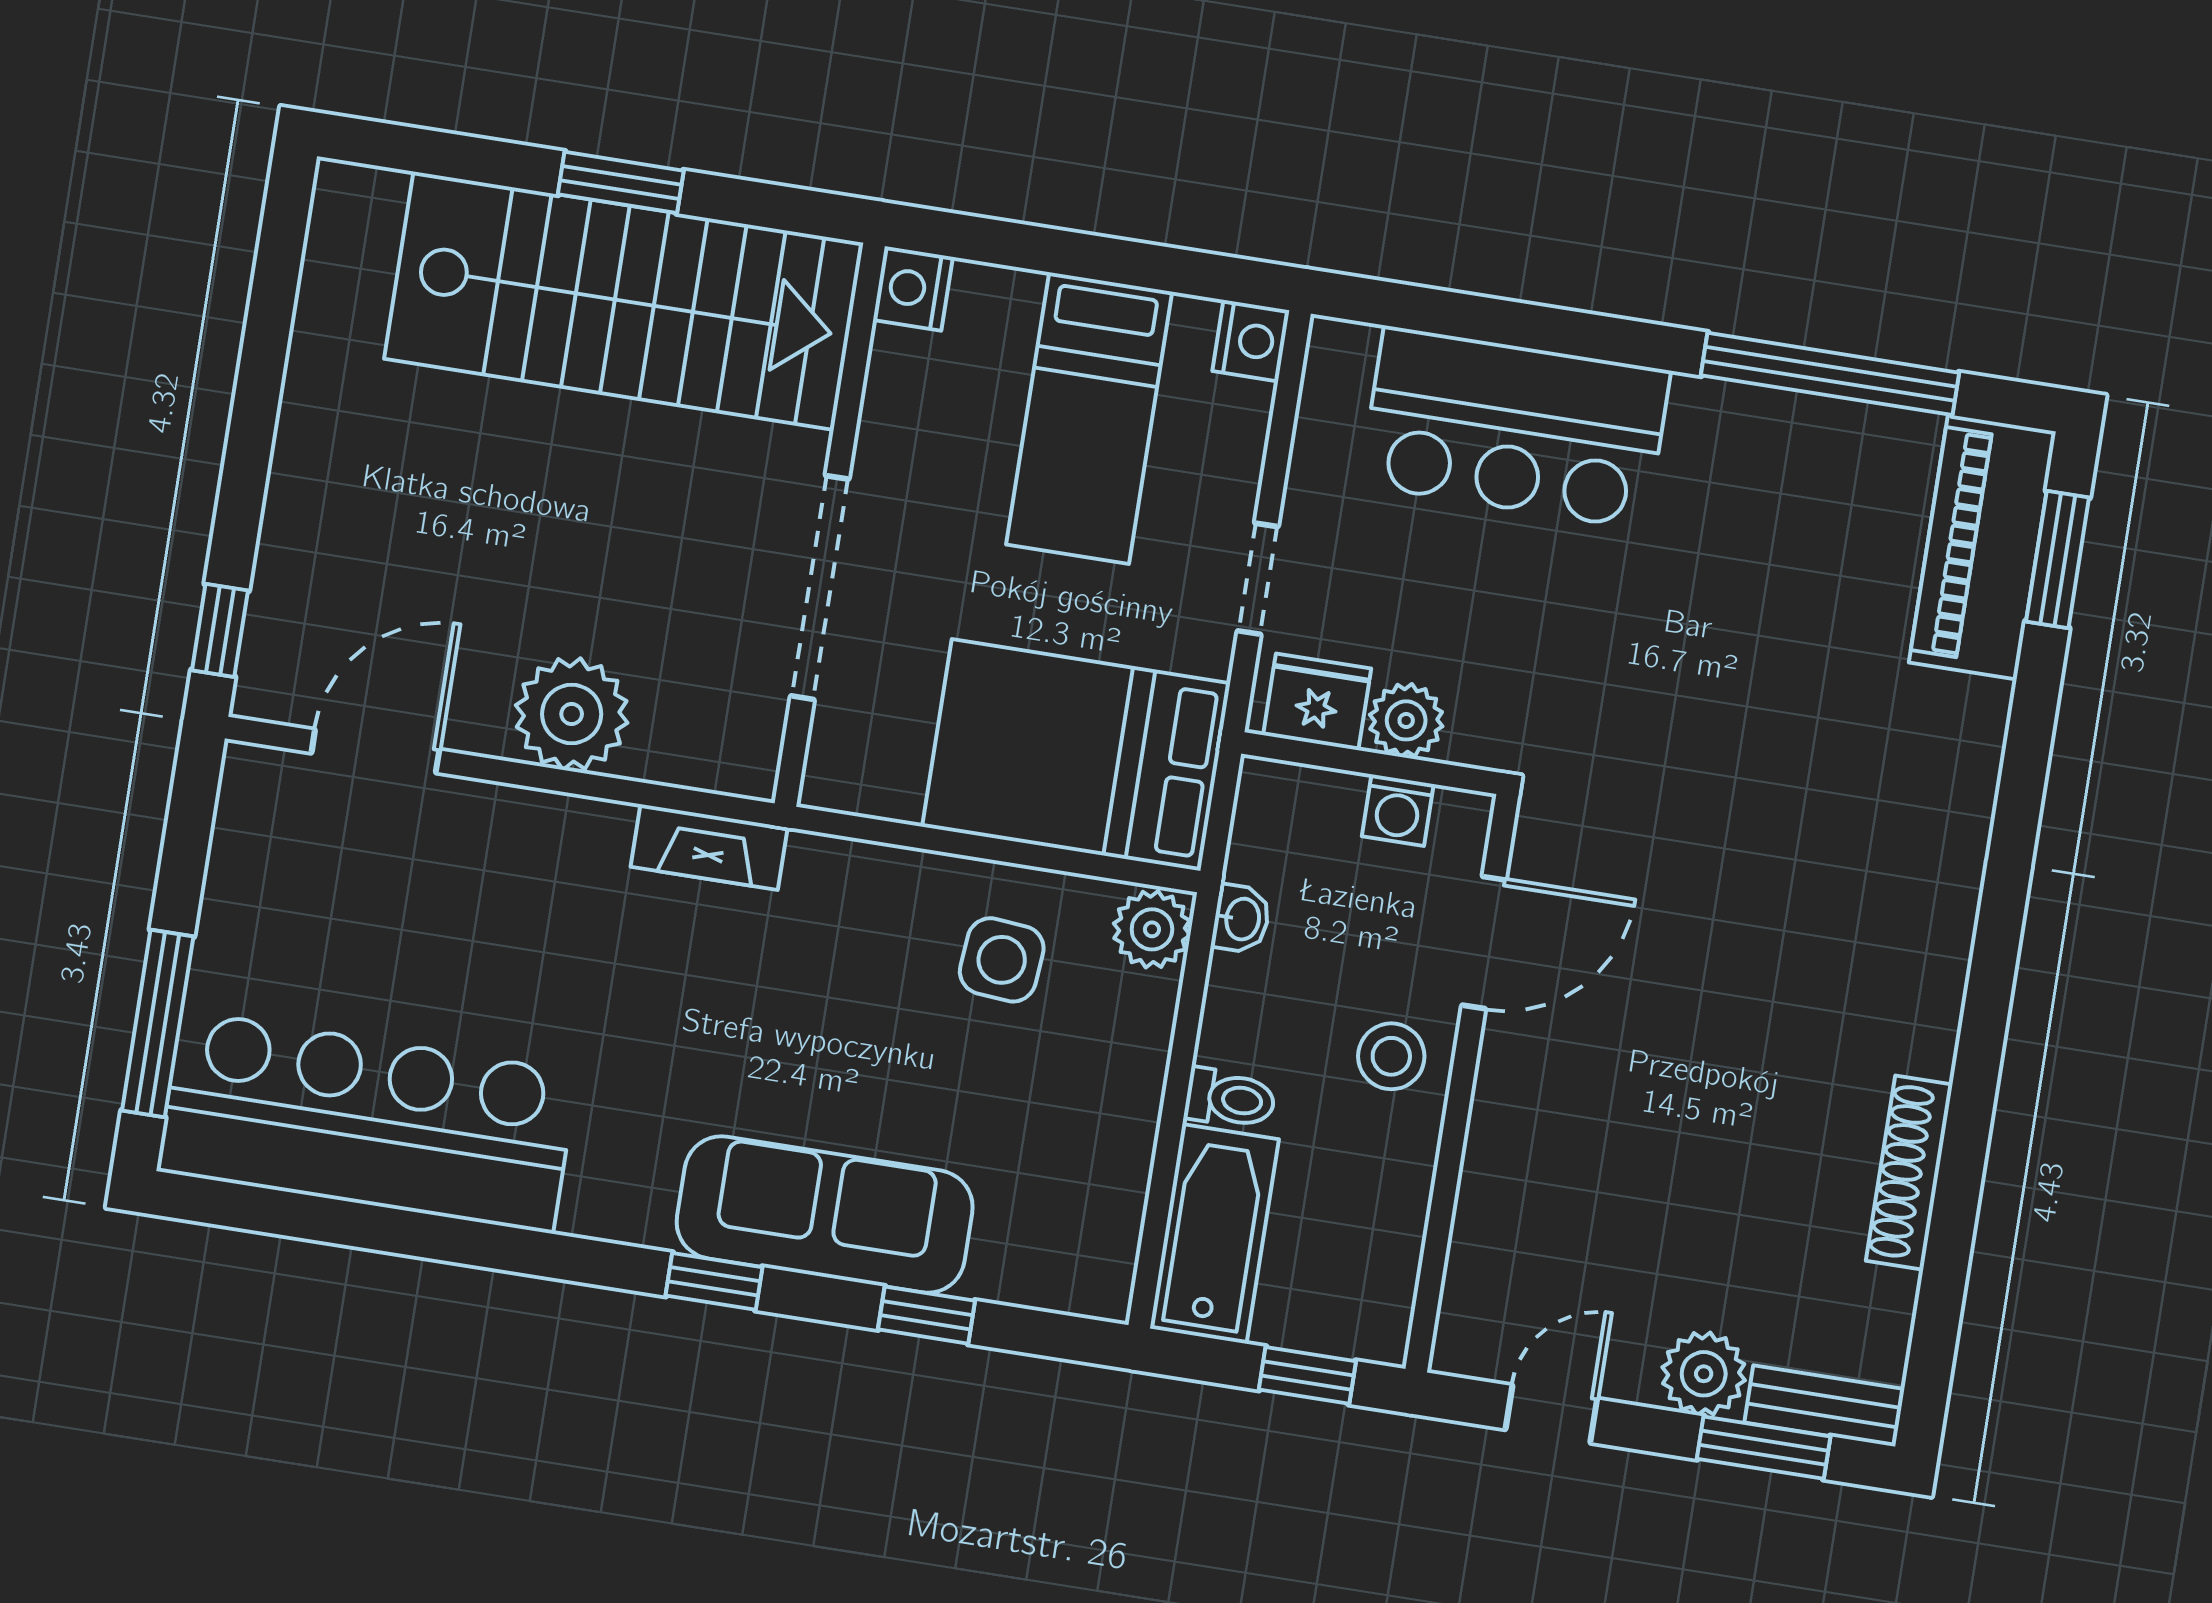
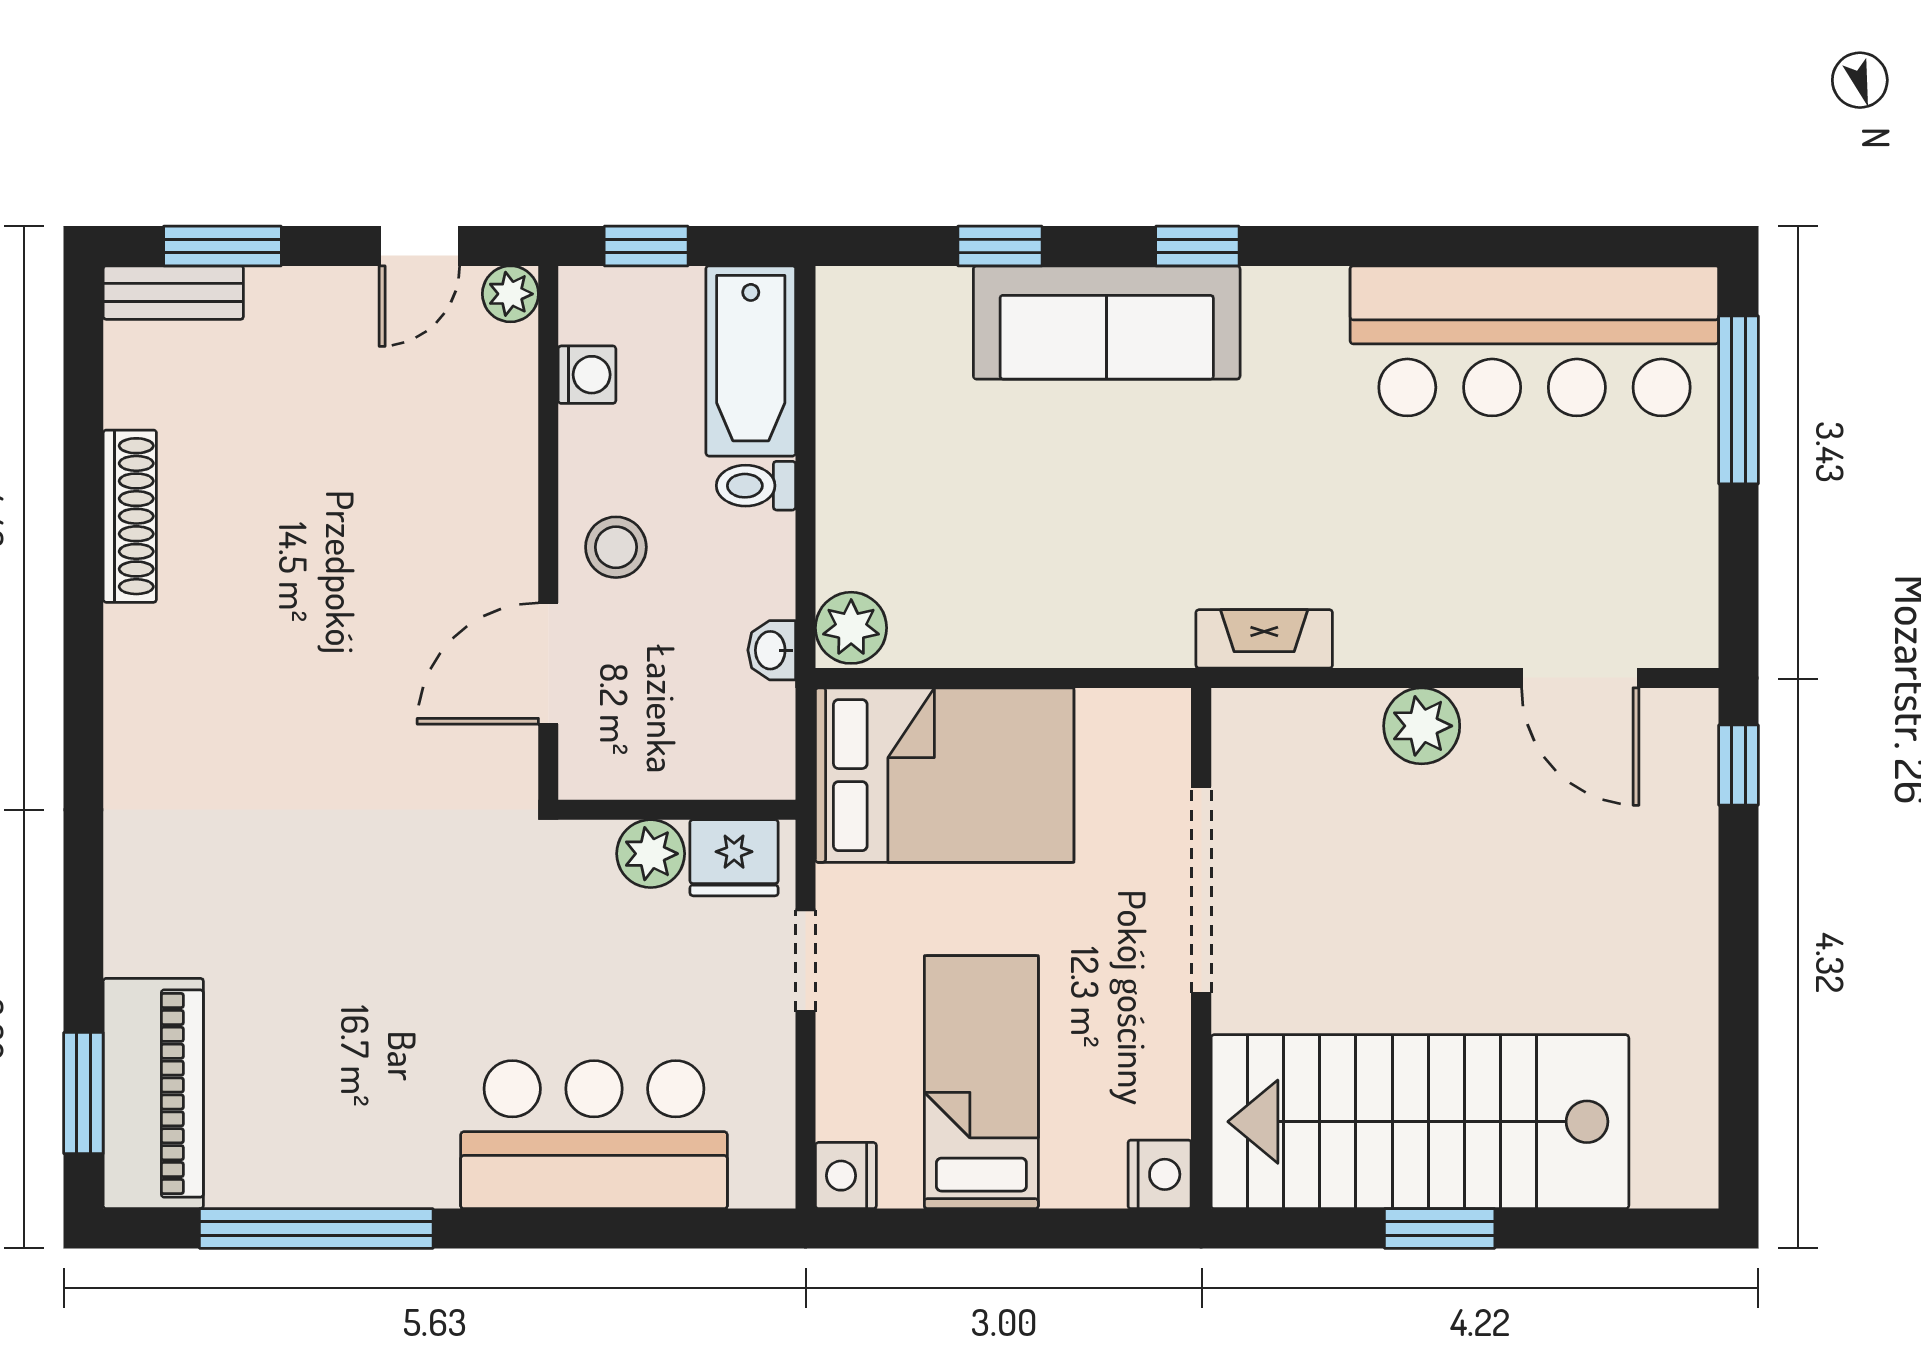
plant: (572, 714) -> (1422, 726), width x0.73, depth x0.73
door: (375, 751) -> (1580, 678), hinge flipped
washing machine: (1398, 810) -> (587, 375), moved, turned 90
side table: (1002, 960) -> (983, 579), removed
plant: (1704, 1374) -> (510, 294), moved, width x0.73, depth x0.73

